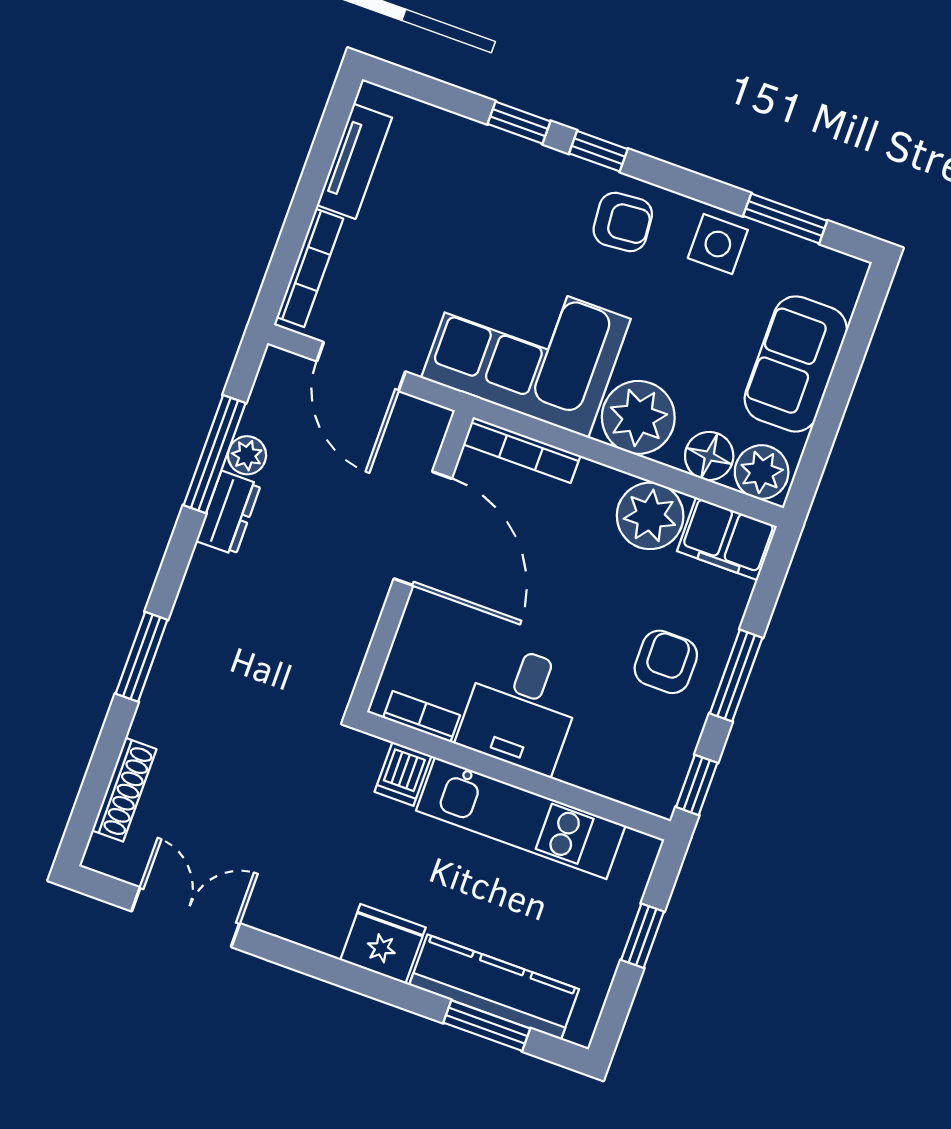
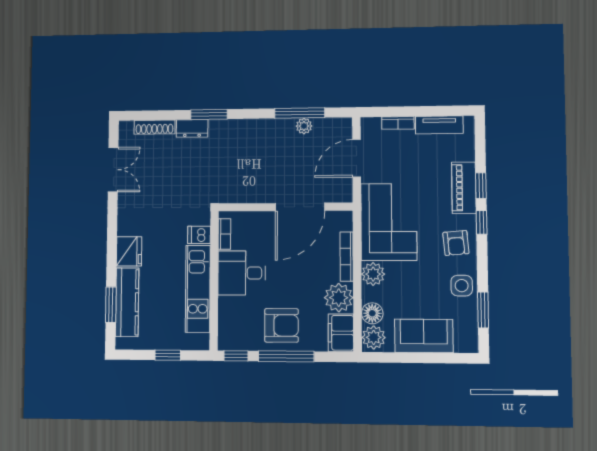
piano: (510, 160) -> (464, 188), added
bookcase: (310, 268) -> (398, 123), width x0.64
plant: (638, 417) -> (373, 274), width x0.73, depth x0.73
bookcase: (522, 450) -> (347, 257), moved
dresser: (228, 513) -> (192, 128), moved
armchair: (666, 662) -> (281, 325), width x1.38, depth x1.38
window: (736, 676) -> (286, 356), width x1.44

